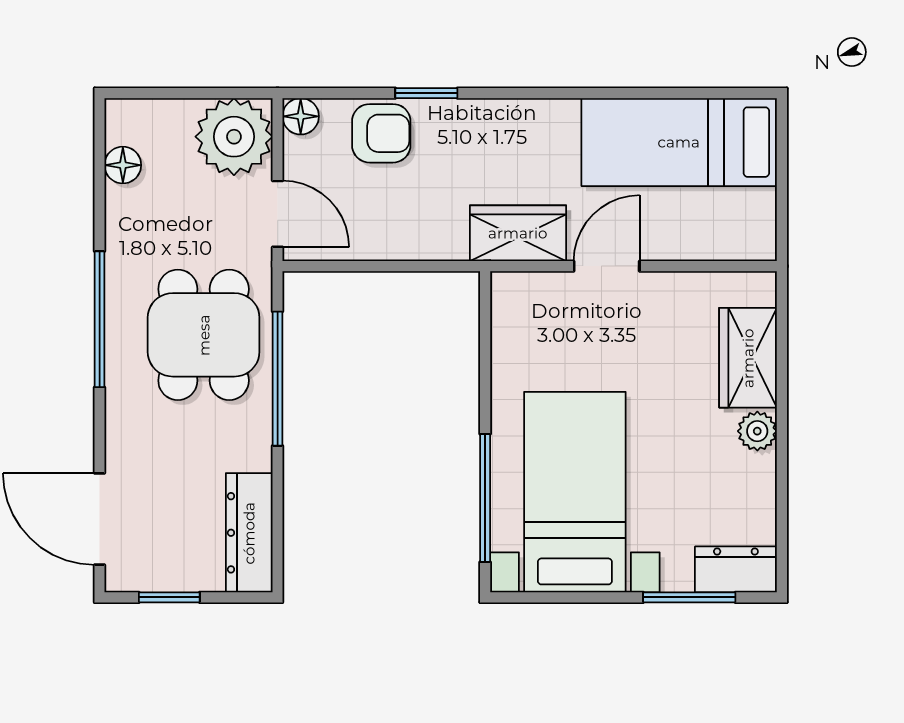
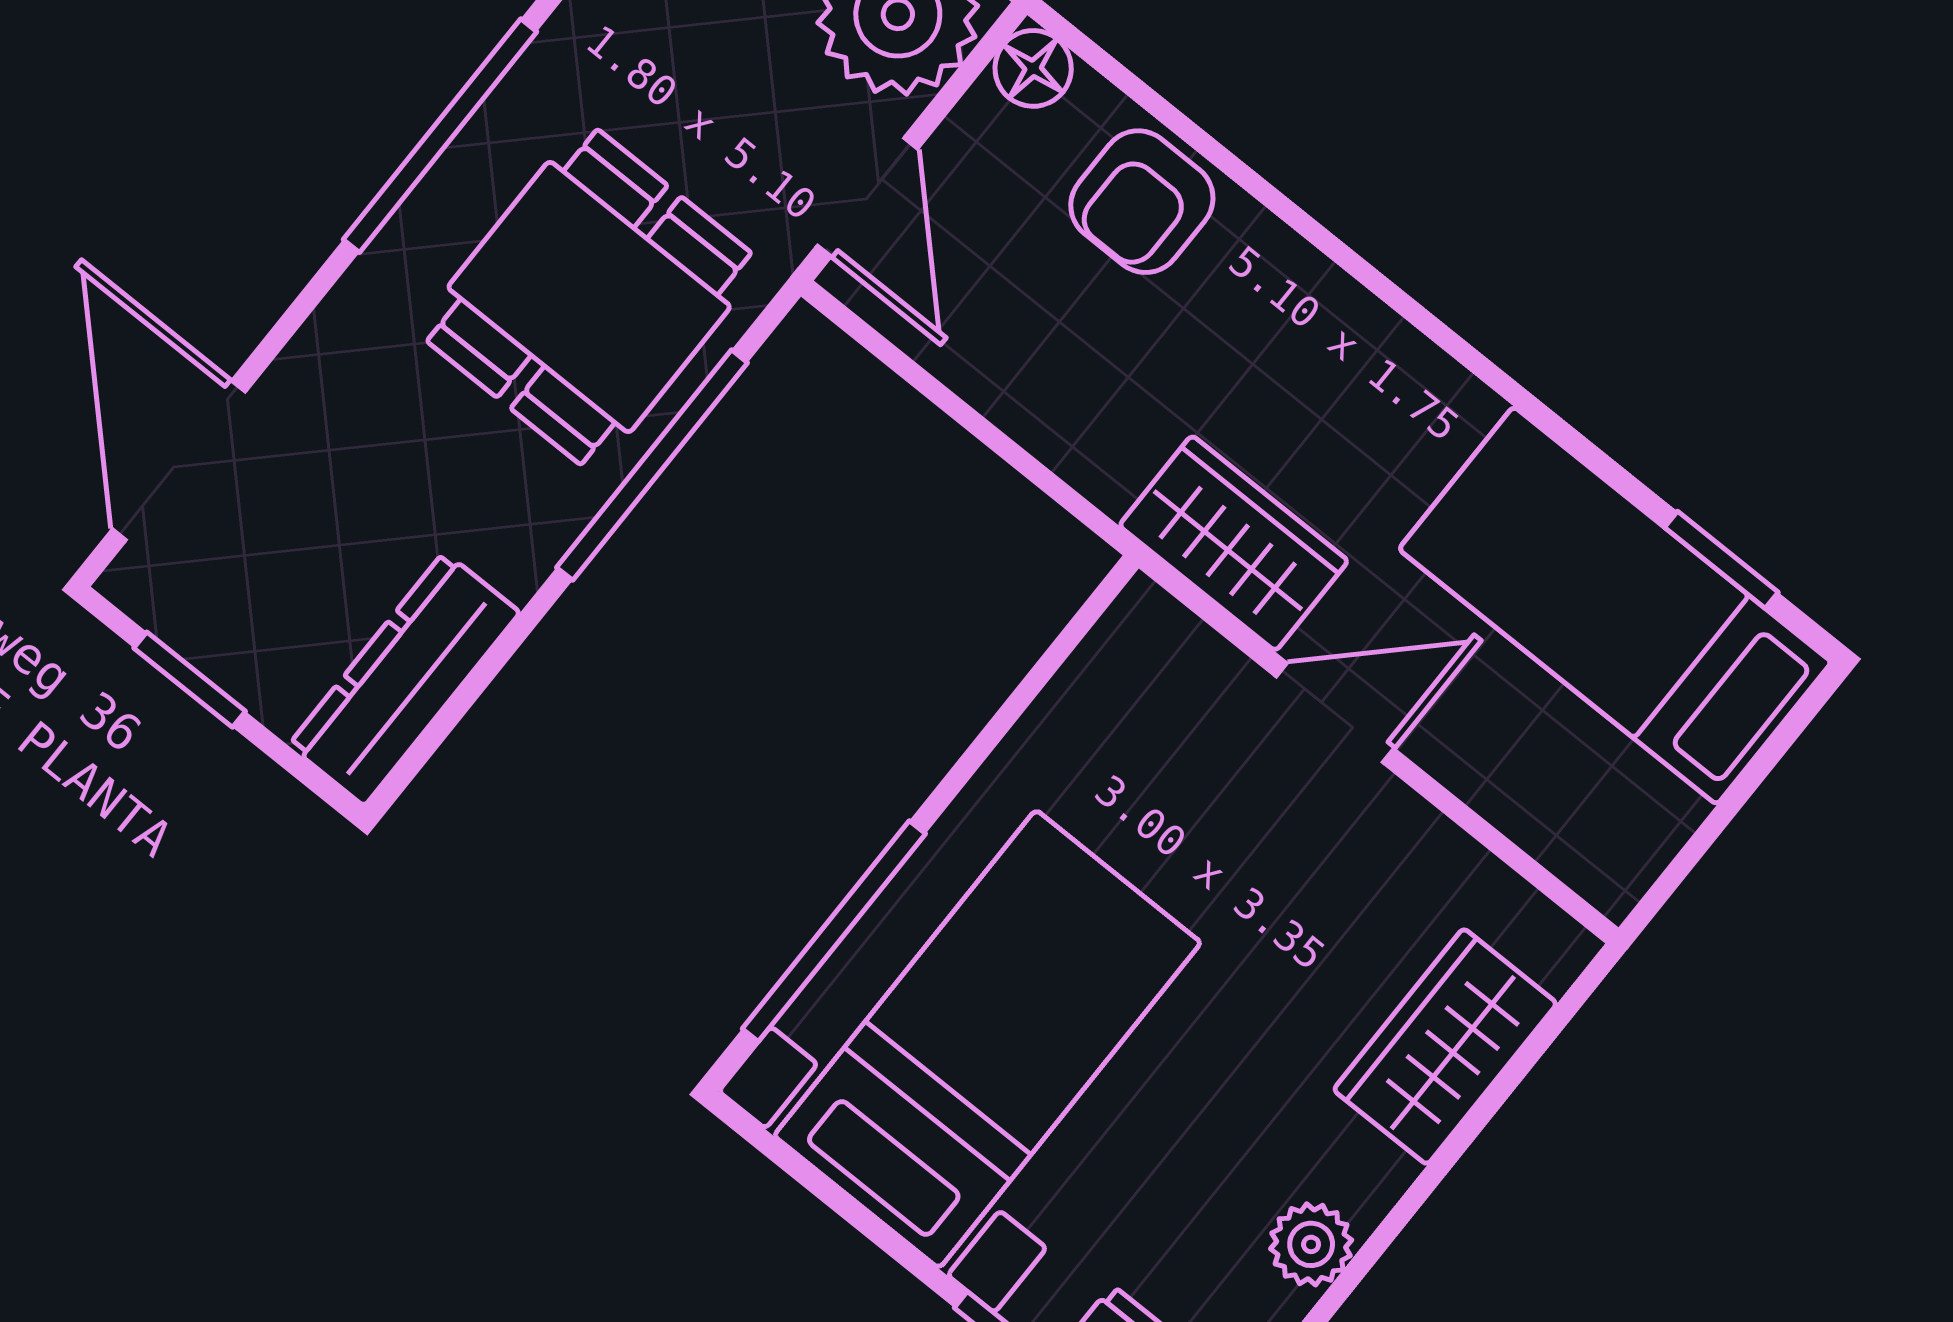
window: (426, 93) -> (1721, 560), moved
armchair: (381, 133) -> (1142, 202), turned 90
plant: (757, 431) -> (1311, 1244), moved

